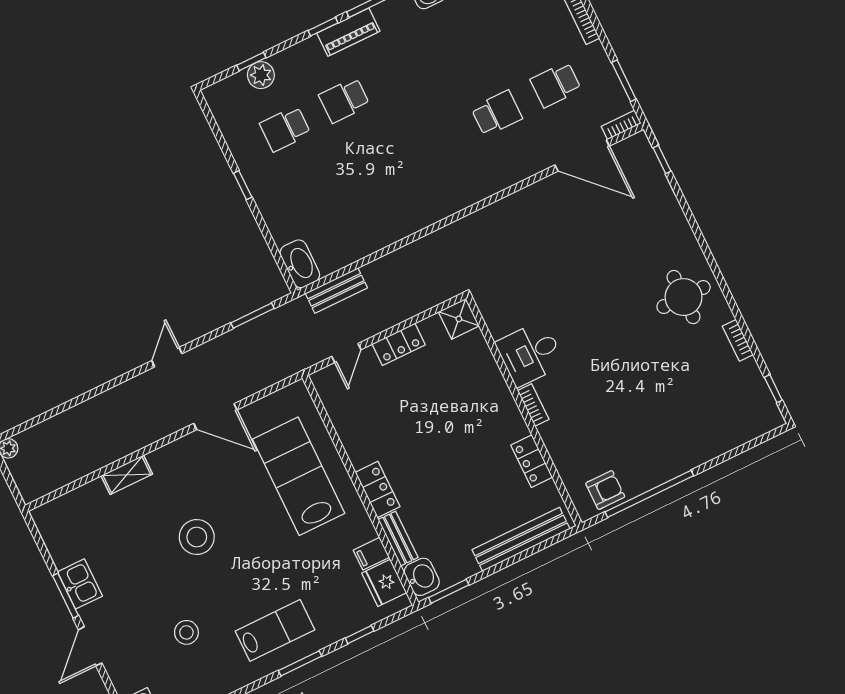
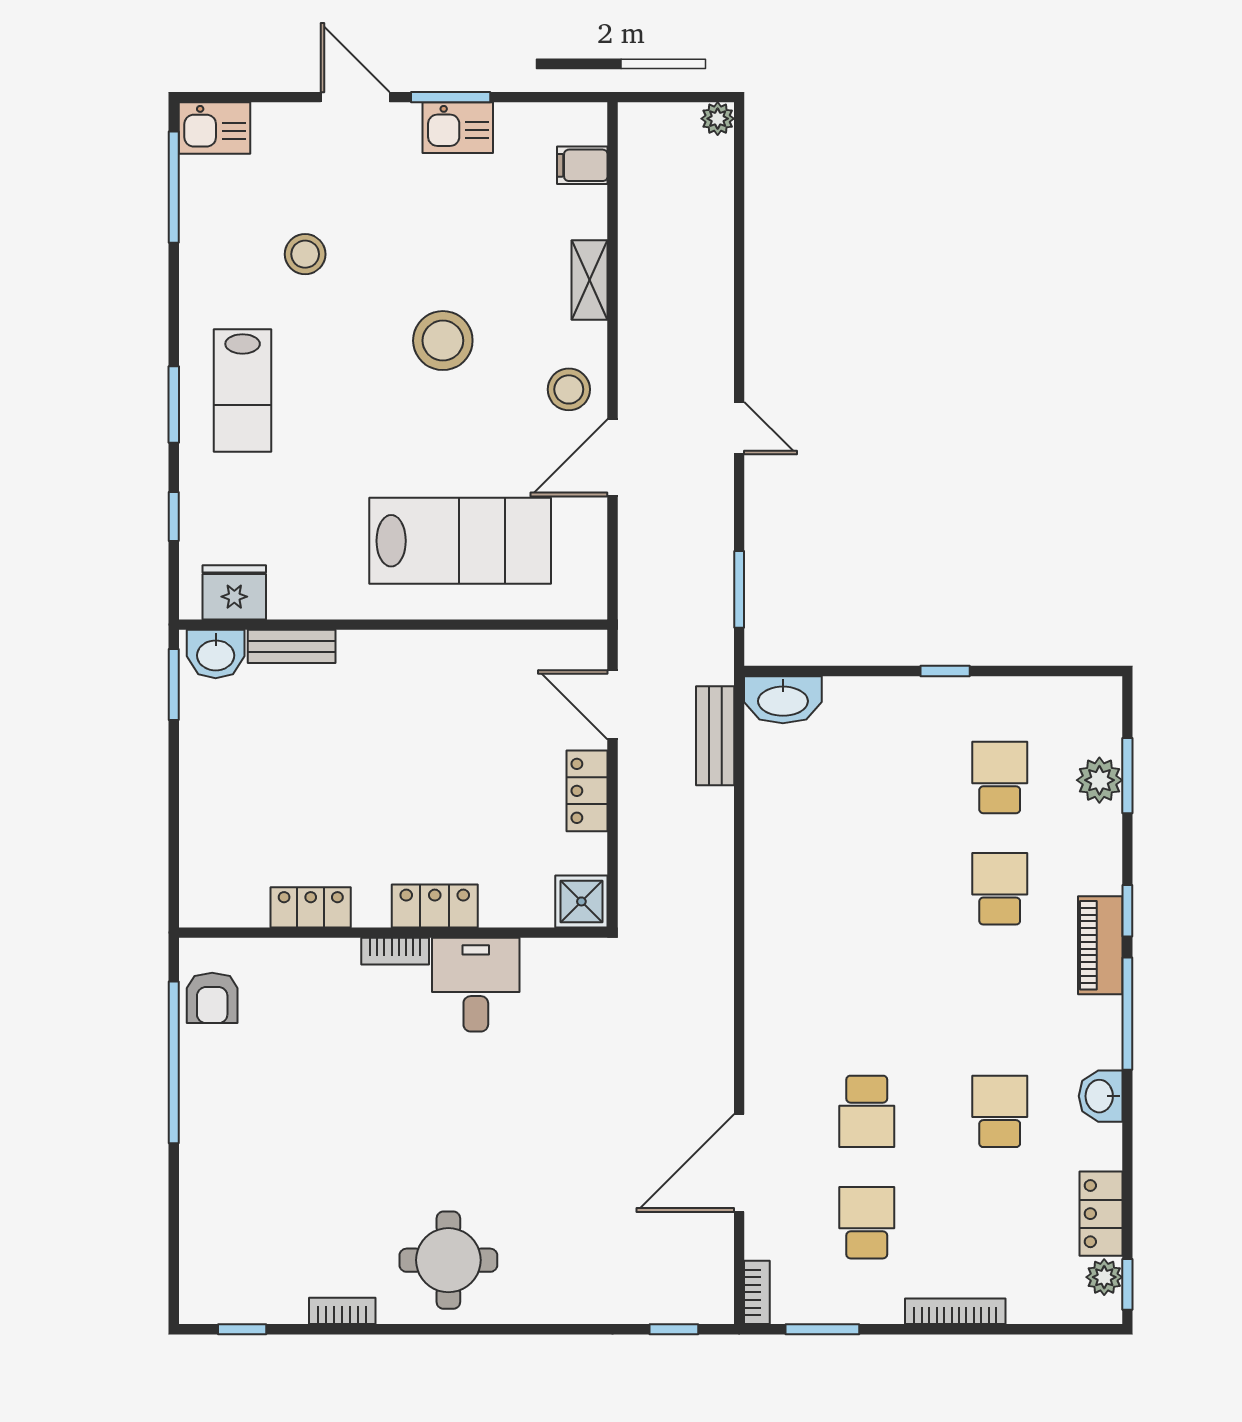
school desk: (462, 43) -> (1000, 1111), added
window: (251, 61) -> (1127, 776), width x1.50
door: (582, 156) -> (739, 1163), moved
door: (346, 353) -> (613, 705), width x1.38
stool: (190, 458) -> (569, 389), added
locker: (378, 490) -> (435, 906), moved, turned 180
bench: (521, 539) -> (199, 833), removed
filing cabinet: (371, 554) -> (582, 165), moved, turned -90

